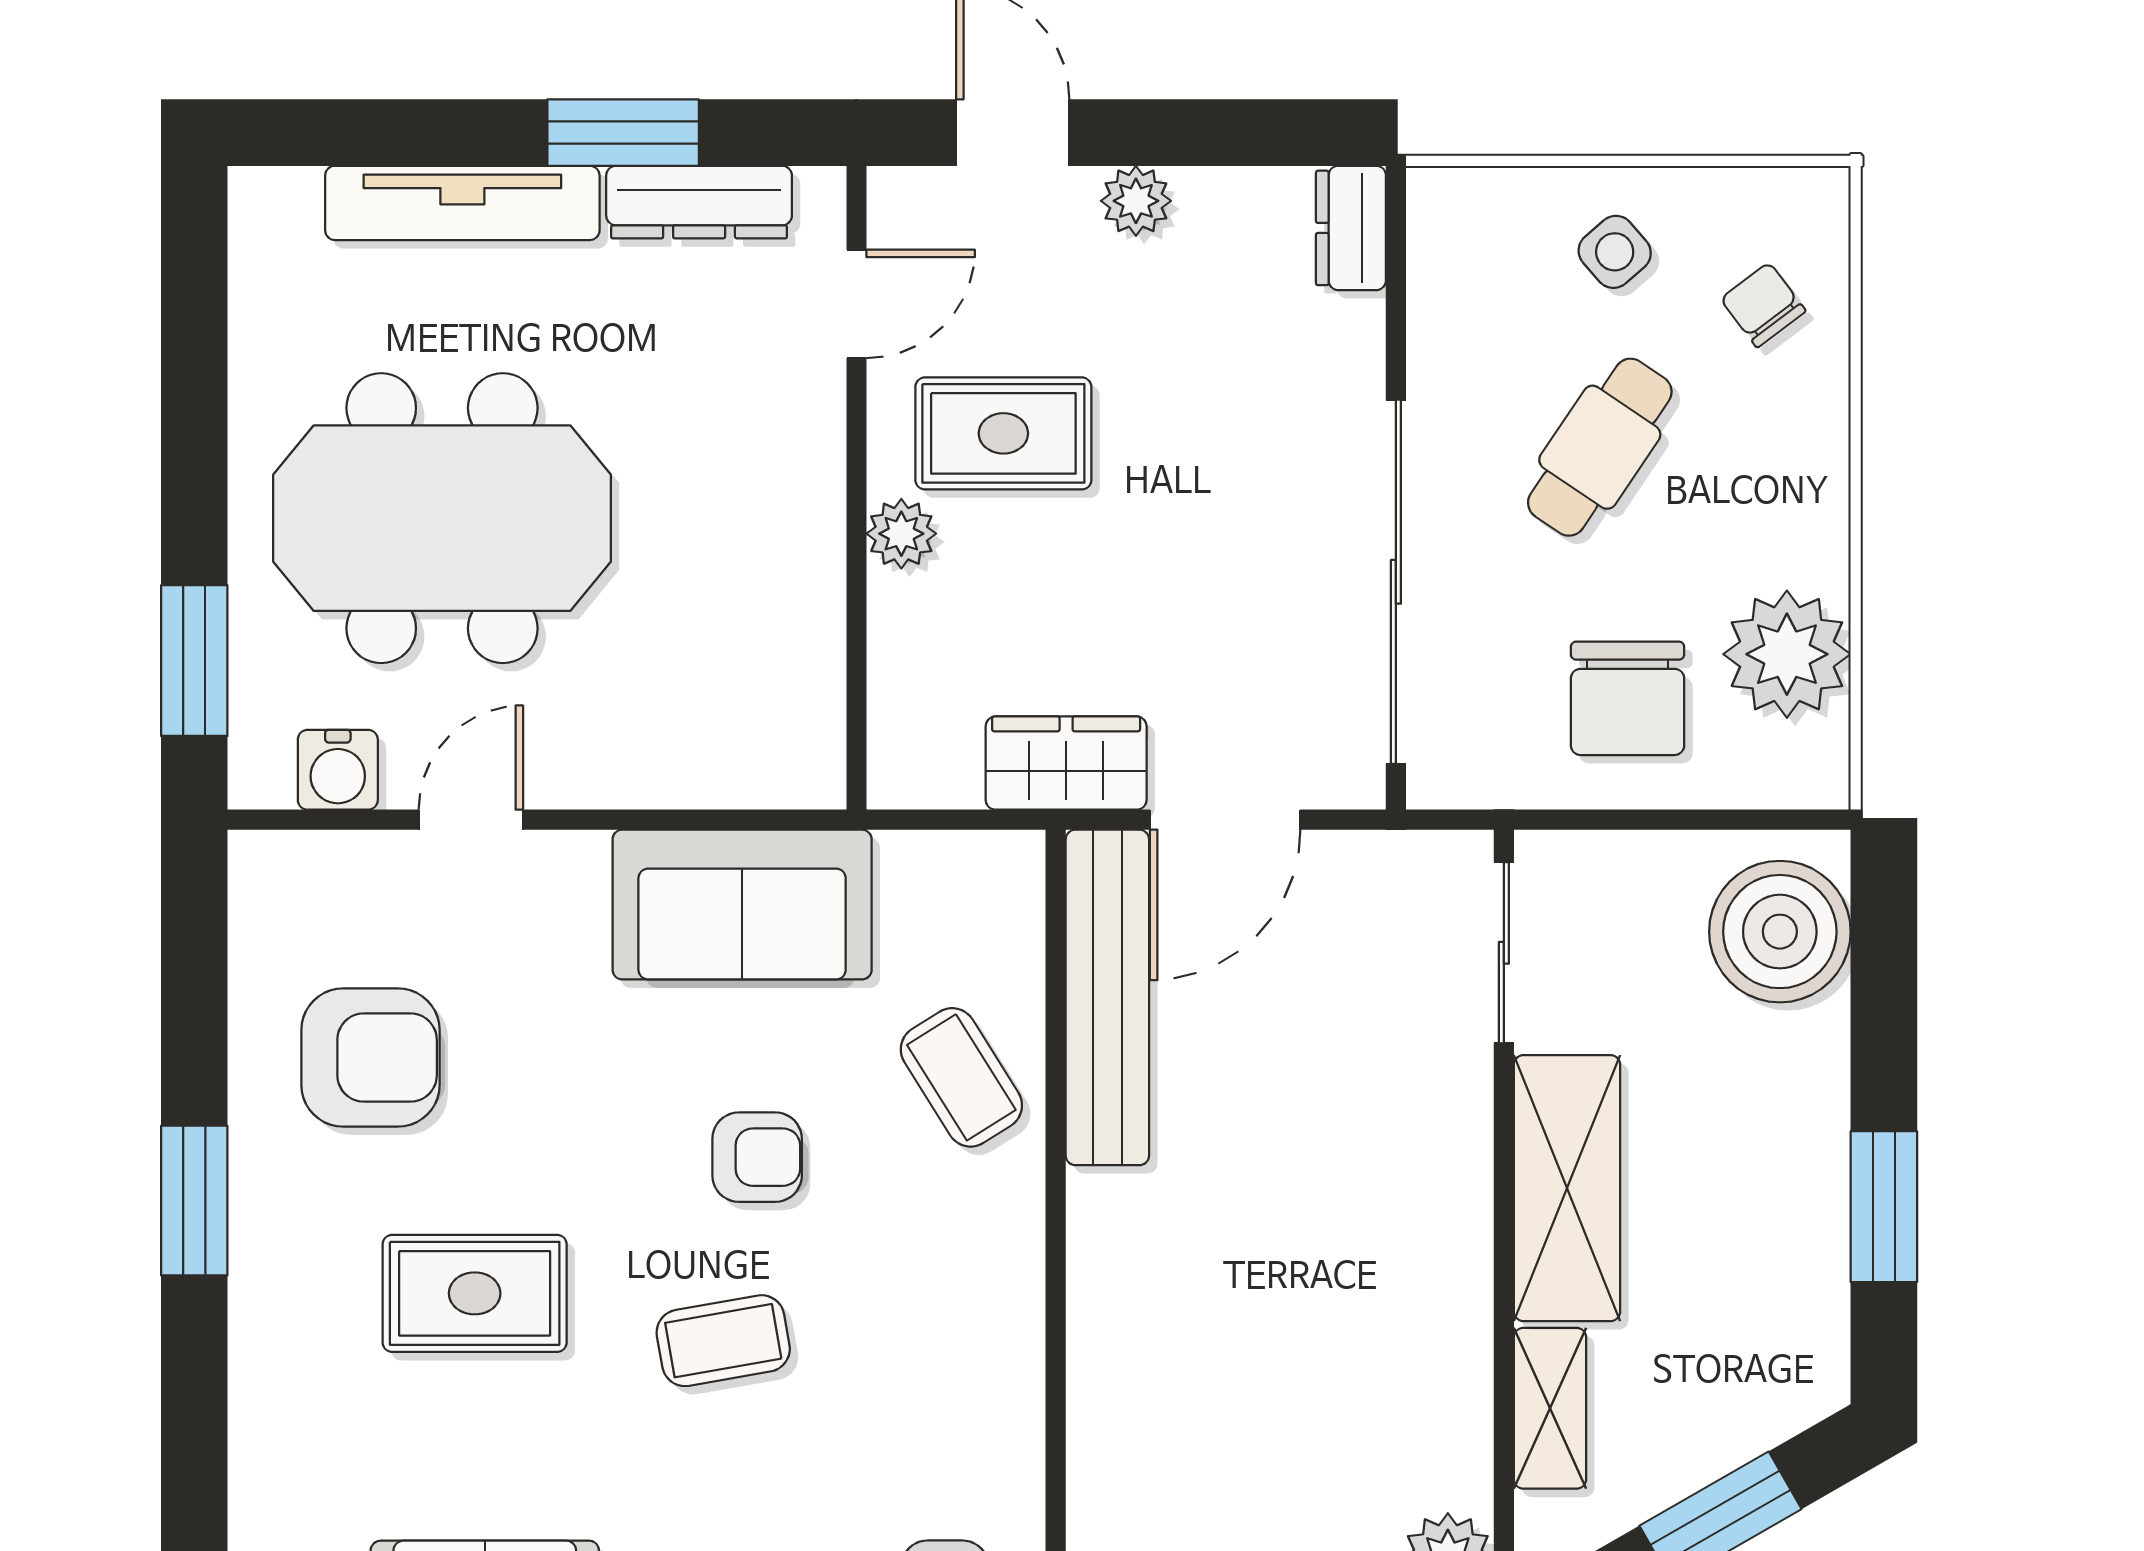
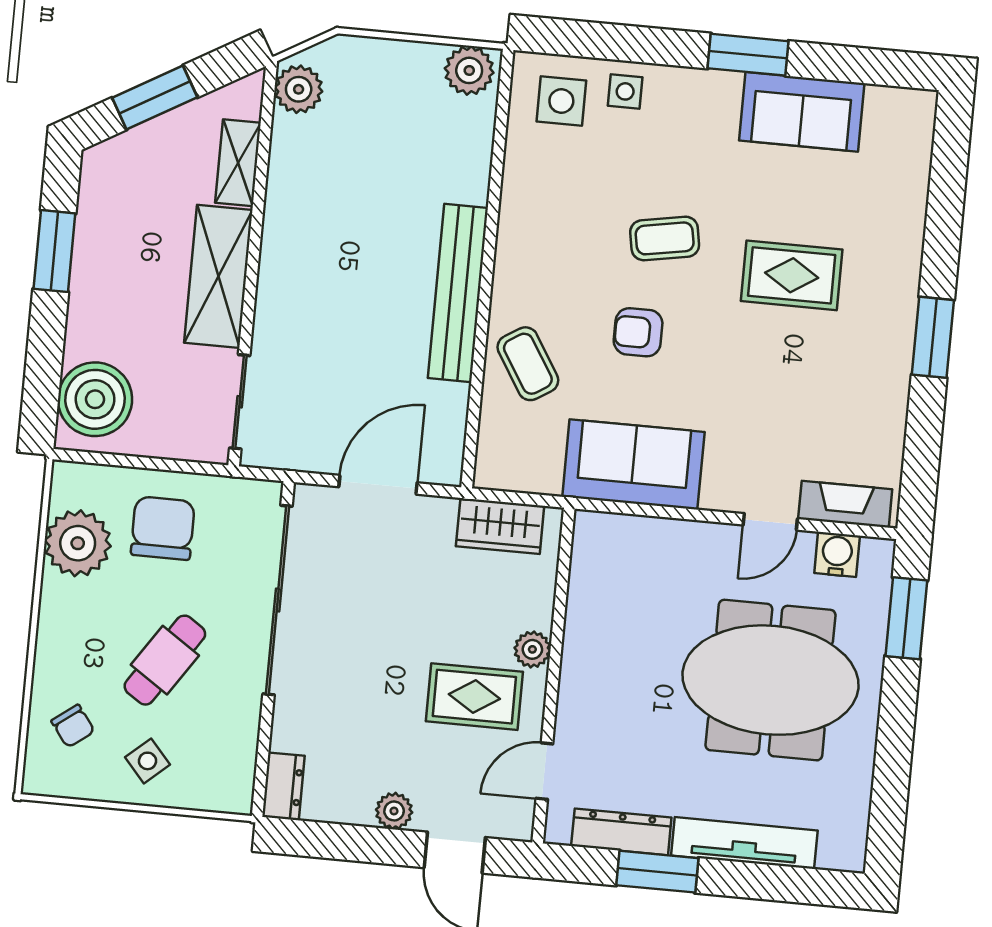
wardrobe: (1066, 763) -> (500, 526), moved
fireplace: (331, 867) -> (845, 504), added
bench: (1107, 997) -> (458, 293), moved
armchair: (371, 1058) -> (834, 403), removed

